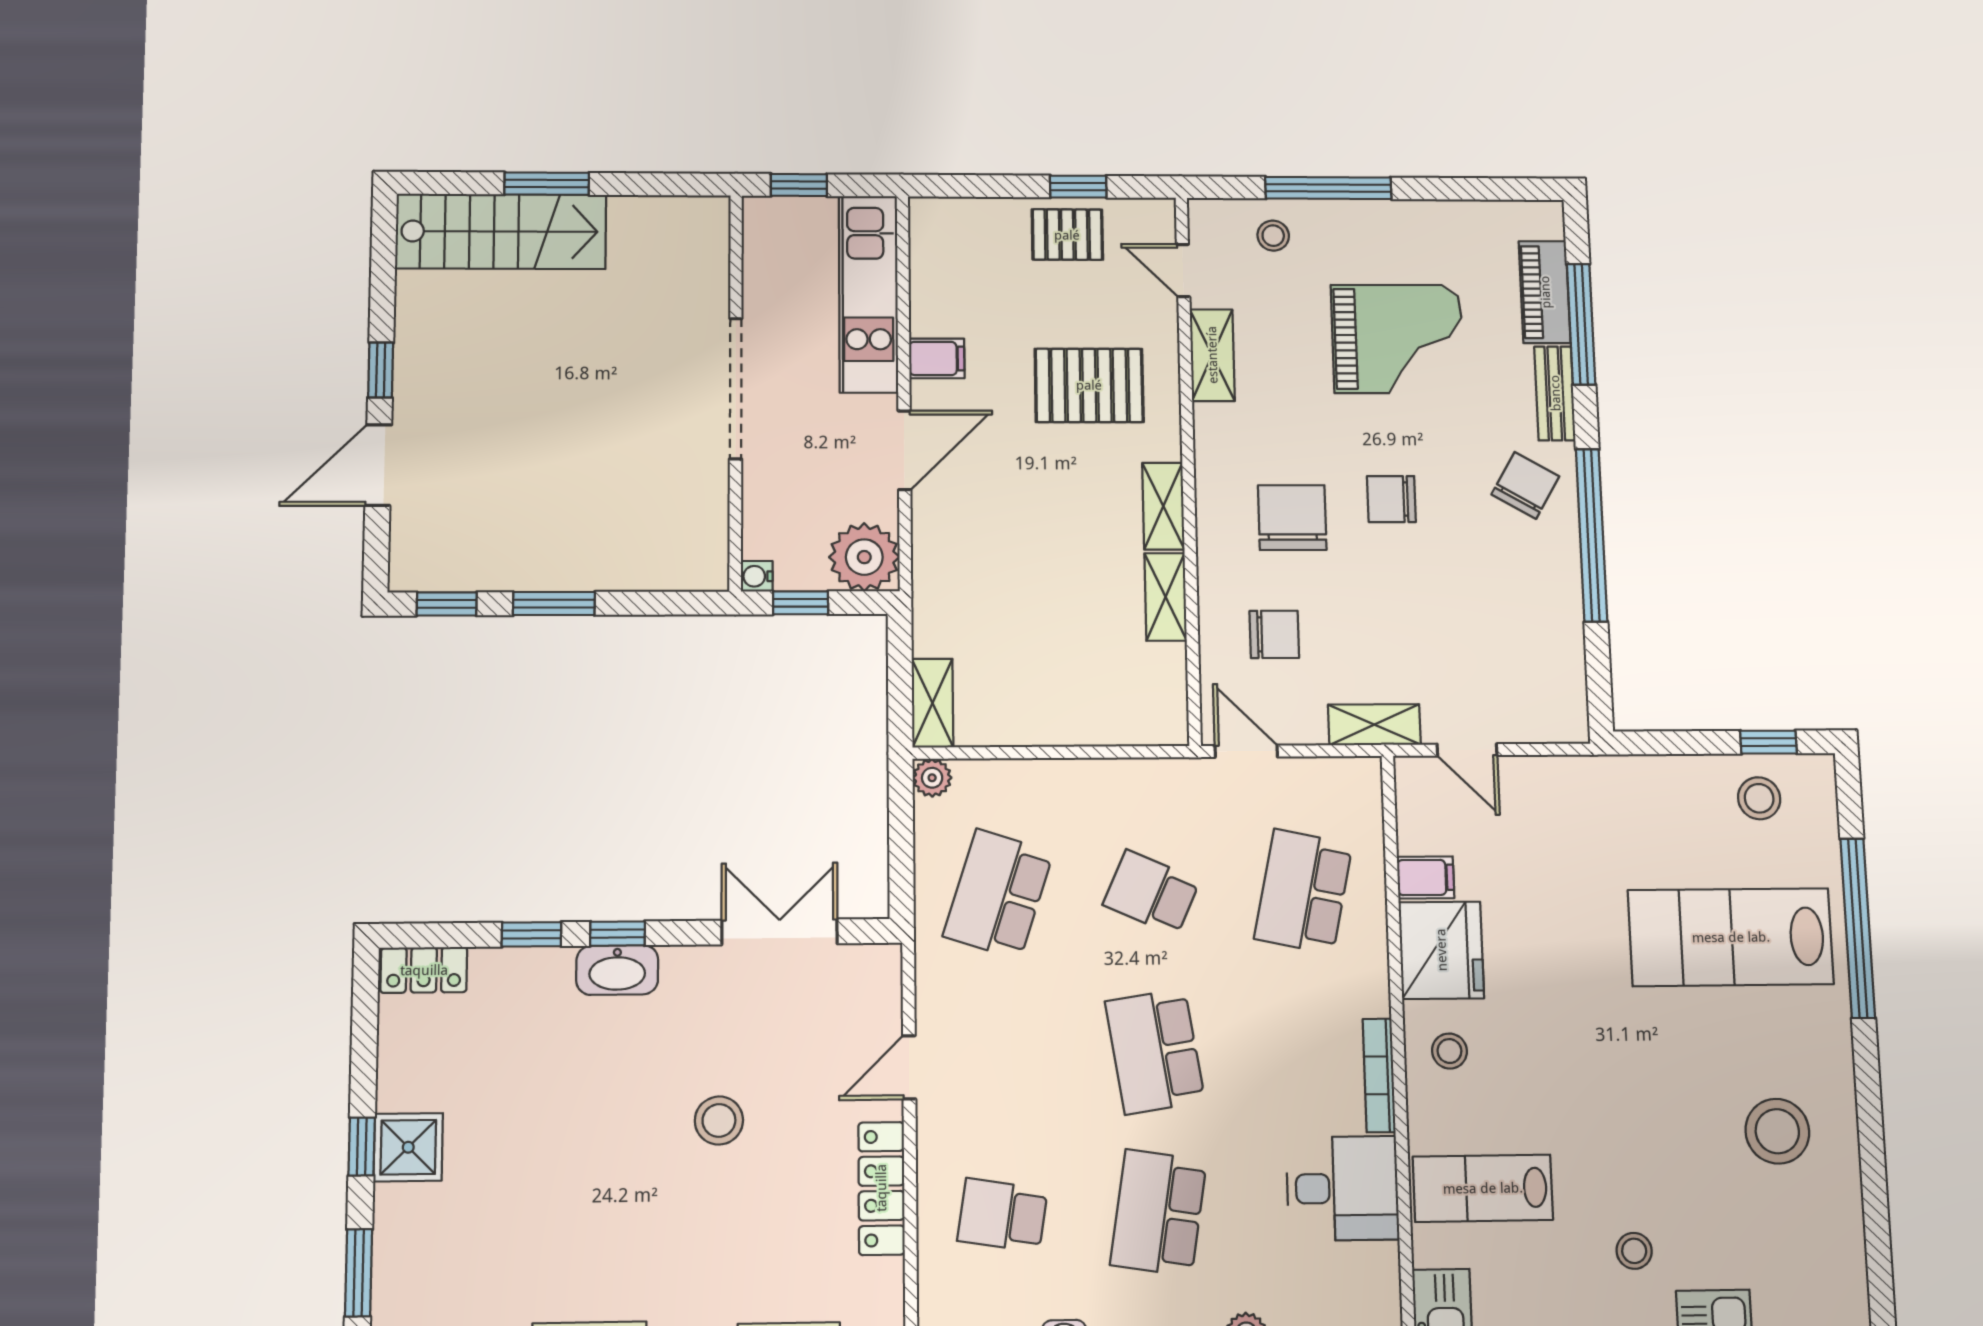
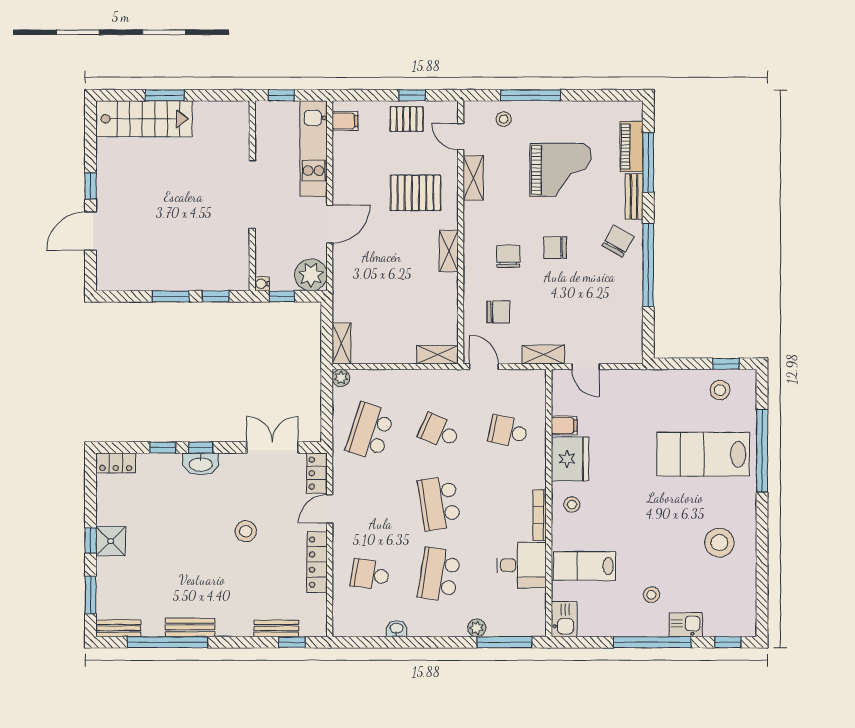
filing cabinet: (937, 358) -> (345, 121), moved
chair: (1292, 518) -> (508, 256), width x0.73, depth x0.73
shelving: (1166, 597) -> (437, 355), moved, turned 90
window: (447, 604) -> (215, 296), moved
school desk: (1303, 891) -> (508, 431), width x0.54
locker: (880, 988) -> (317, 473), added

